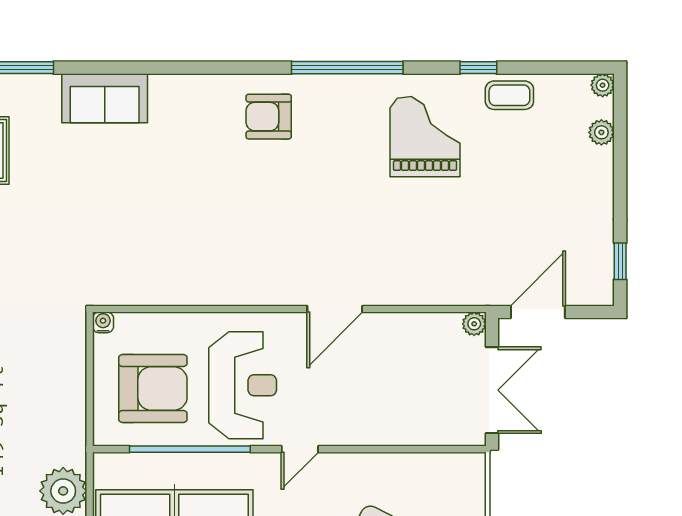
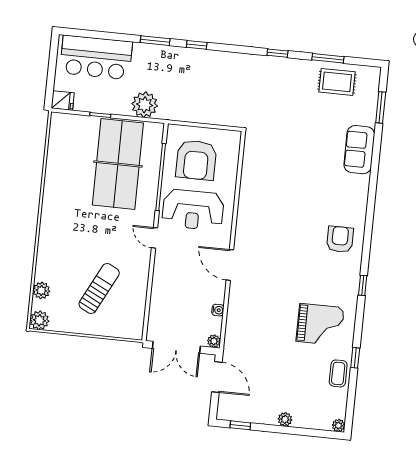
window: (347, 68) -> (363, 285), width x0.32
plant: (601, 132) -> (285, 419), moved
water cooler: (103, 322) -> (218, 310), moved

